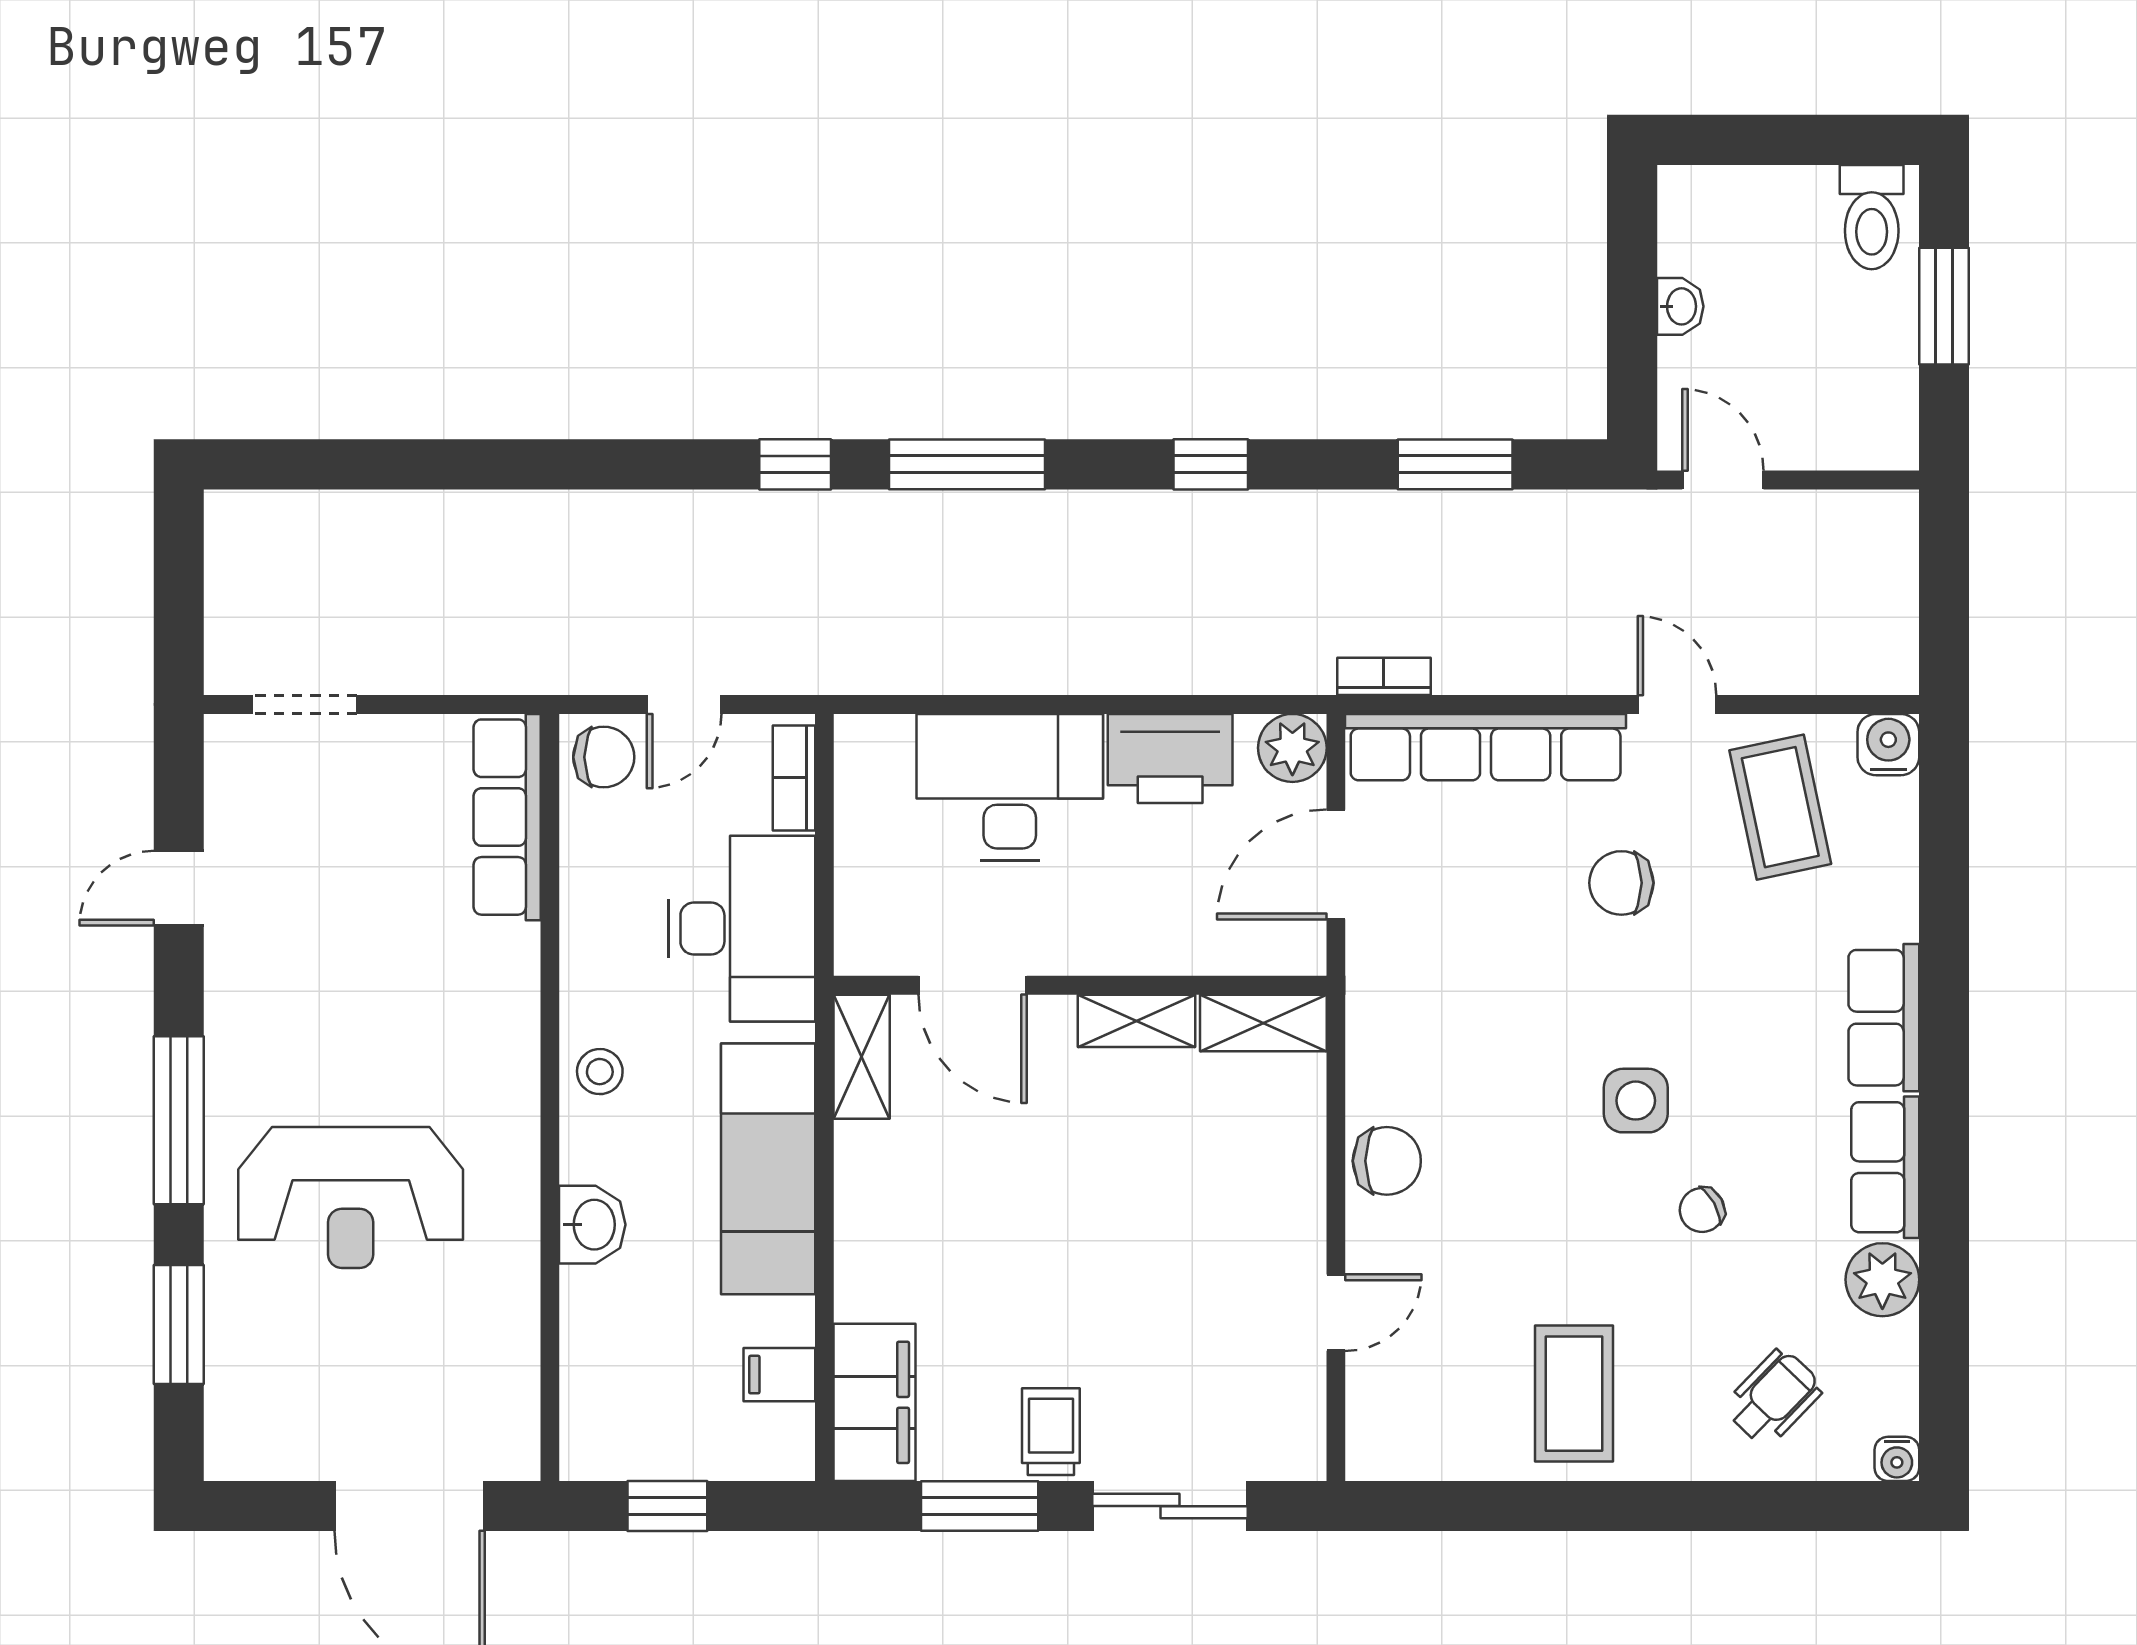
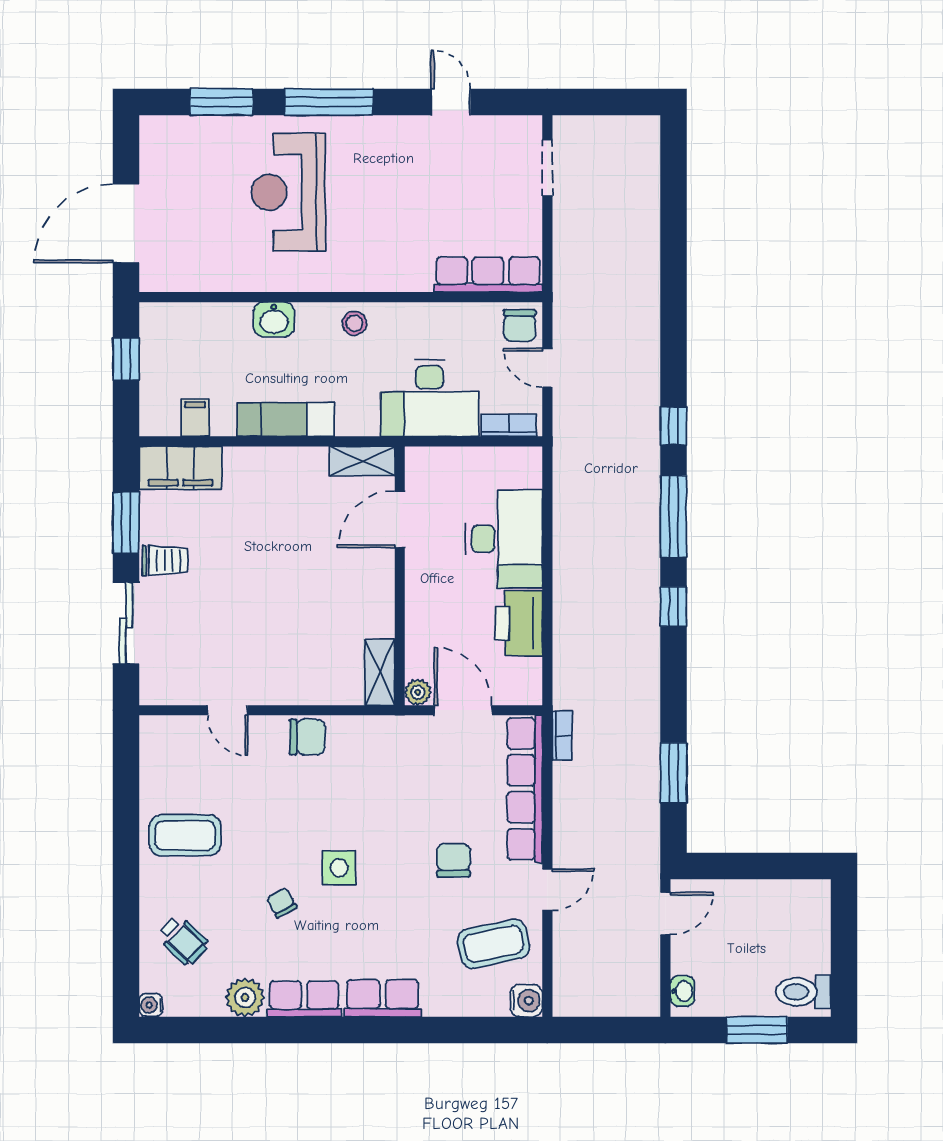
washbasin: (1680, 306) -> (682, 991), moved, turned -90
window: (1211, 464) -> (674, 607), moved
plant: (1292, 748) -> (418, 692), moved, width x0.73, depth x0.73
shelving: (1137, 1021) -> (381, 605), removed
chair: (1387, 1161) -> (307, 737), turned -90
exam couch: (768, 1169) -> (286, 419), width x0.73, depth x0.69

